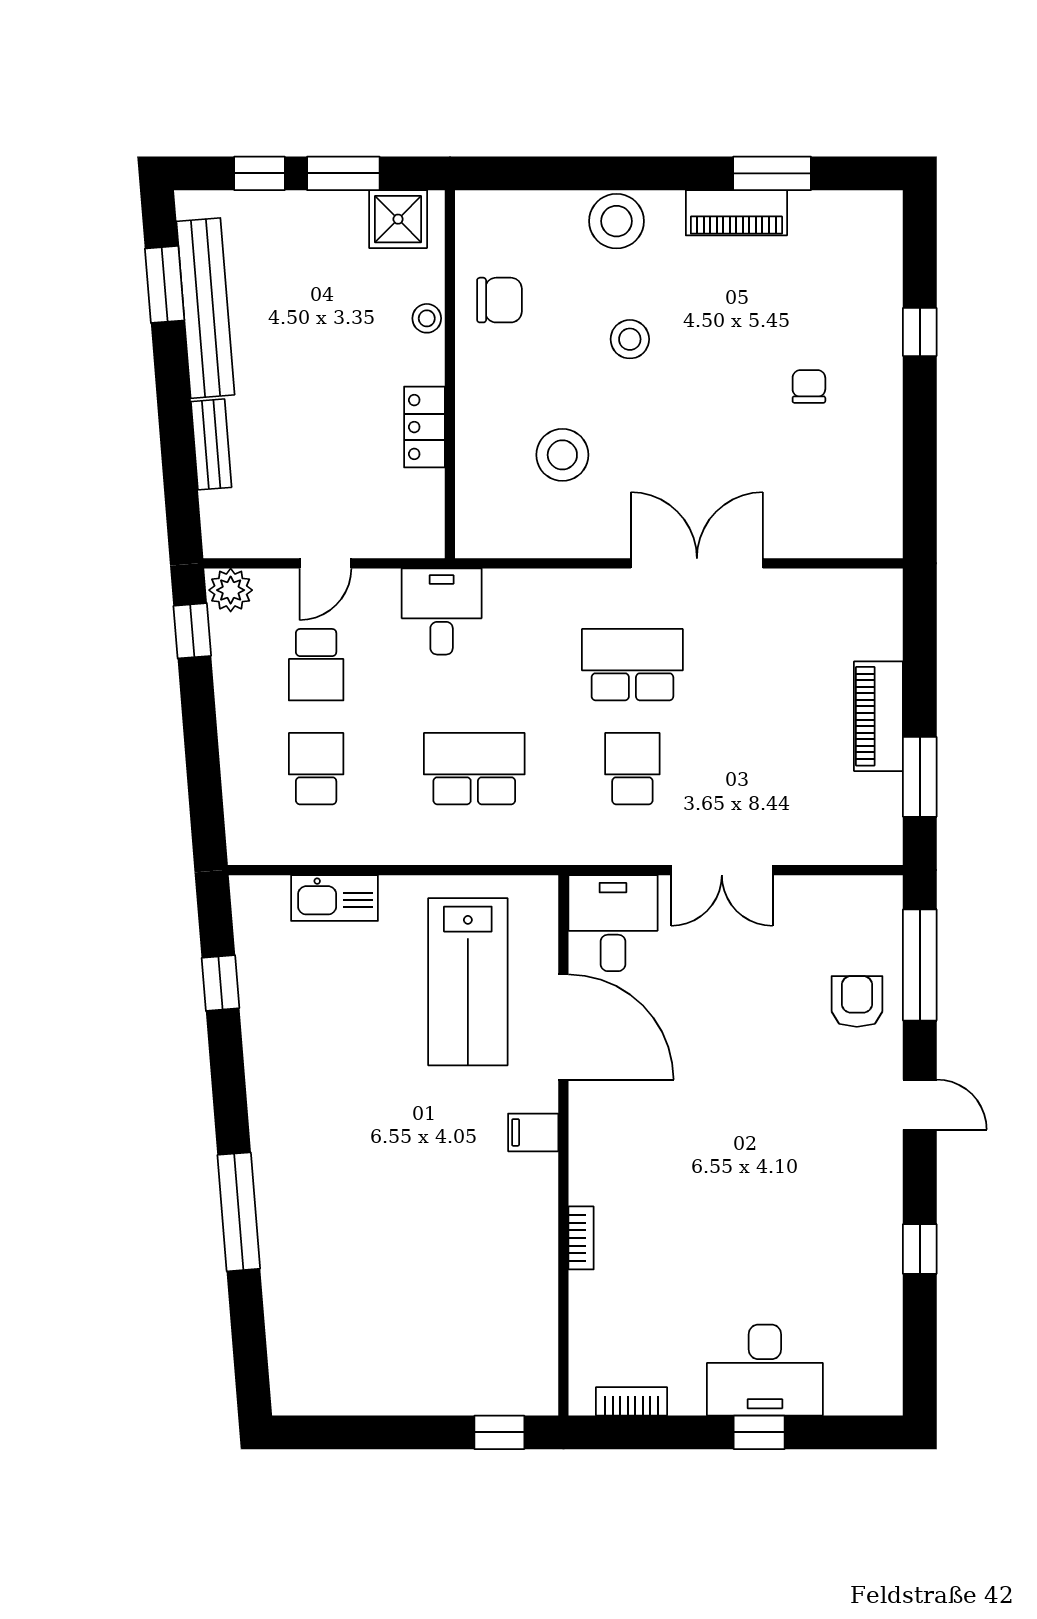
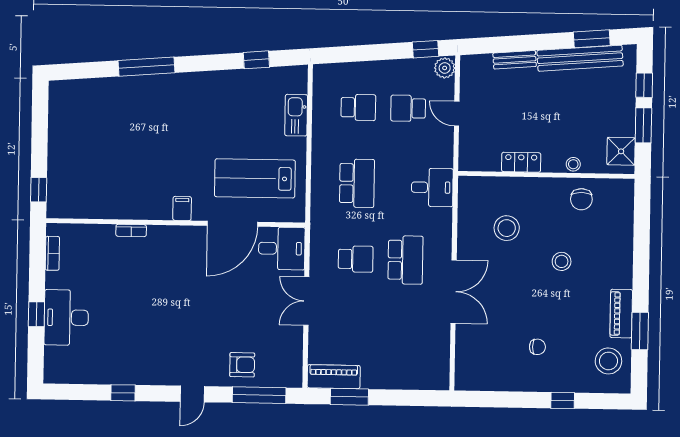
stool: (616, 221) -> (608, 361), moved
desk: (442, 611) -> (432, 187), moved
piano: (878, 716) -> (334, 377), moved

